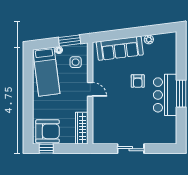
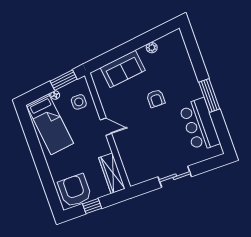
sofa: (120, 48) -> (123, 69), width x0.73
bar counter: (165, 95) -> (200, 125), moved
armchair: (47, 131) -> (75, 190), turned -90
window: (46, 149) -> (92, 206), moved

